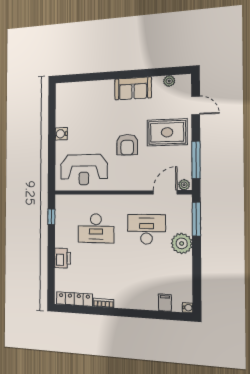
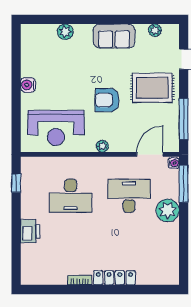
plant: (92, 87) -> (65, 32), added
armchair: (127, 145) -> (107, 100), turned 91
plant: (184, 185) -> (102, 146), moved
locker: (74, 299) -> (114, 278), moved
filing cabinet: (165, 303) -> (149, 276), removed
water cooler: (188, 308) -> (174, 163), moved

